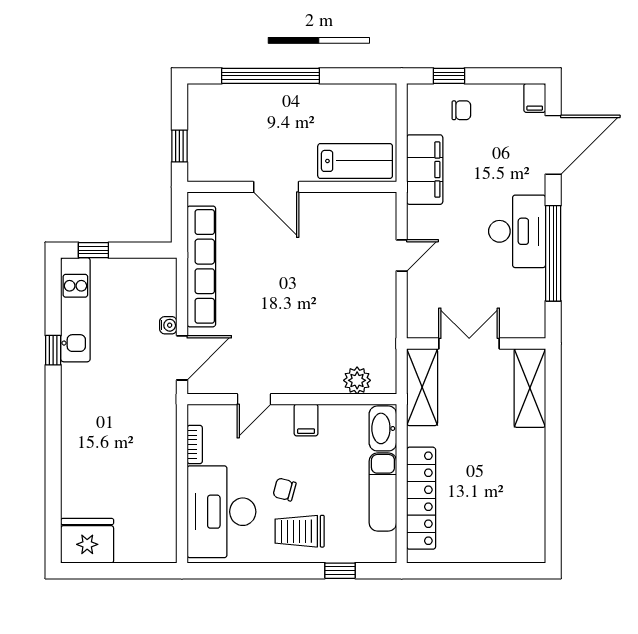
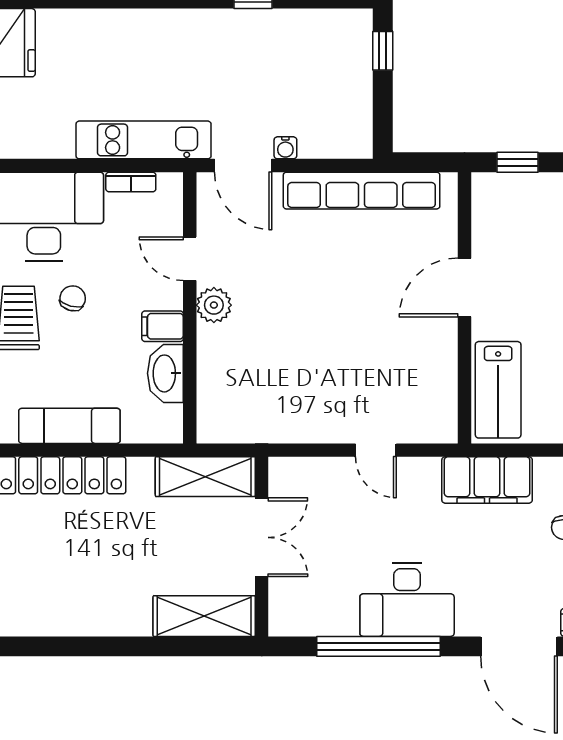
kitchen unit: (75, 310) -> (144, 140), moved, turned 180
plant: (357, 380) -> (214, 305), moved
washbasin: (383, 428) -> (165, 373), moved, turned -90

